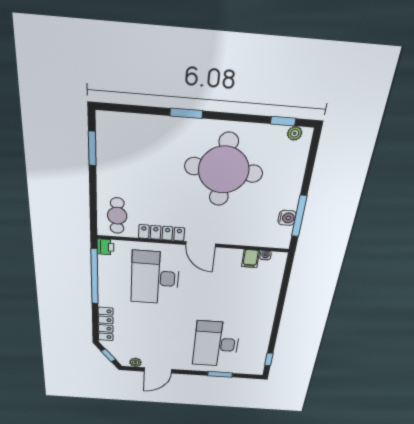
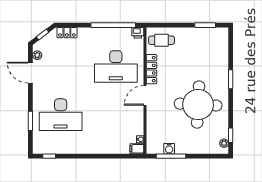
filing cabinet: (251, 259) -> (137, 149), moved
desk: (155, 278) -> (116, 67), turned 180
locker: (106, 324) -> (67, 33), width x0.66
desk: (216, 344) -> (61, 115), turned 180

